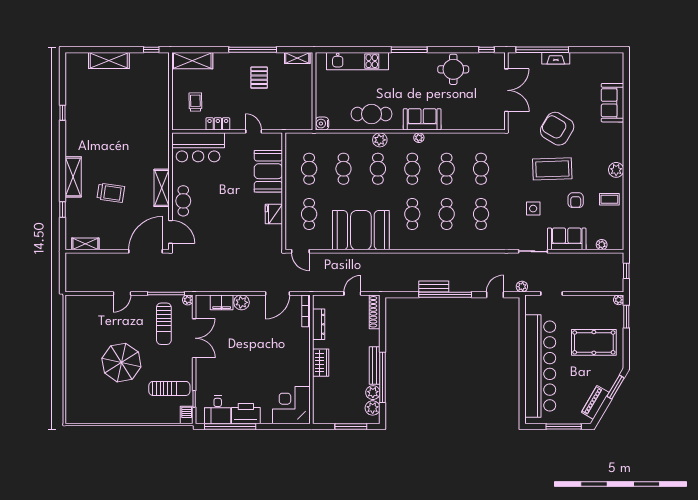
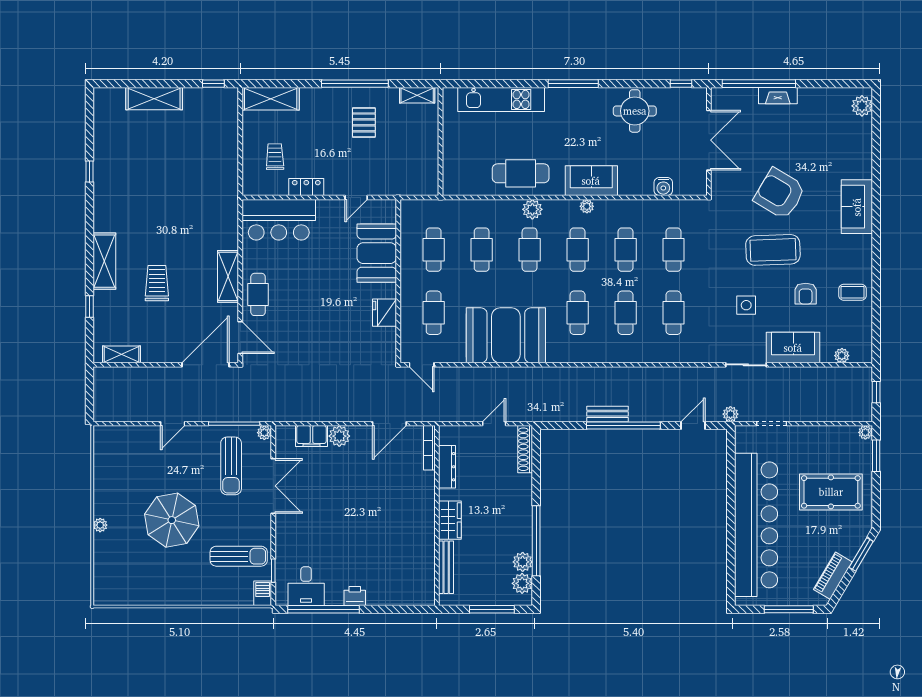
sofa: (612, 103) -> (857, 207), moved
water cooler: (322, 124) -> (663, 187), moved, turned -90
door: (254, 131) -> (356, 198), swing flipped
plant: (616, 170) -> (862, 106), moved
trolley: (111, 193) -> (157, 283), turned -98
plant: (70, 366) -> (100, 525), added
bench: (375, 366) -> (446, 567), moved
corner desk: (291, 405) -> (409, 579), removed
printer: (246, 414) -> (355, 596), width x0.53, depth x0.68

